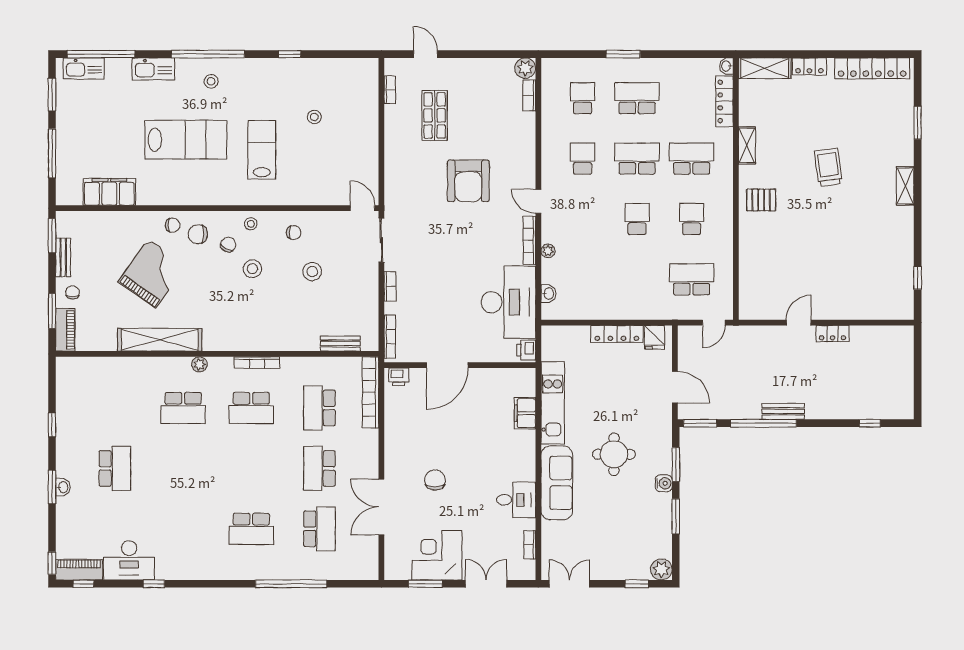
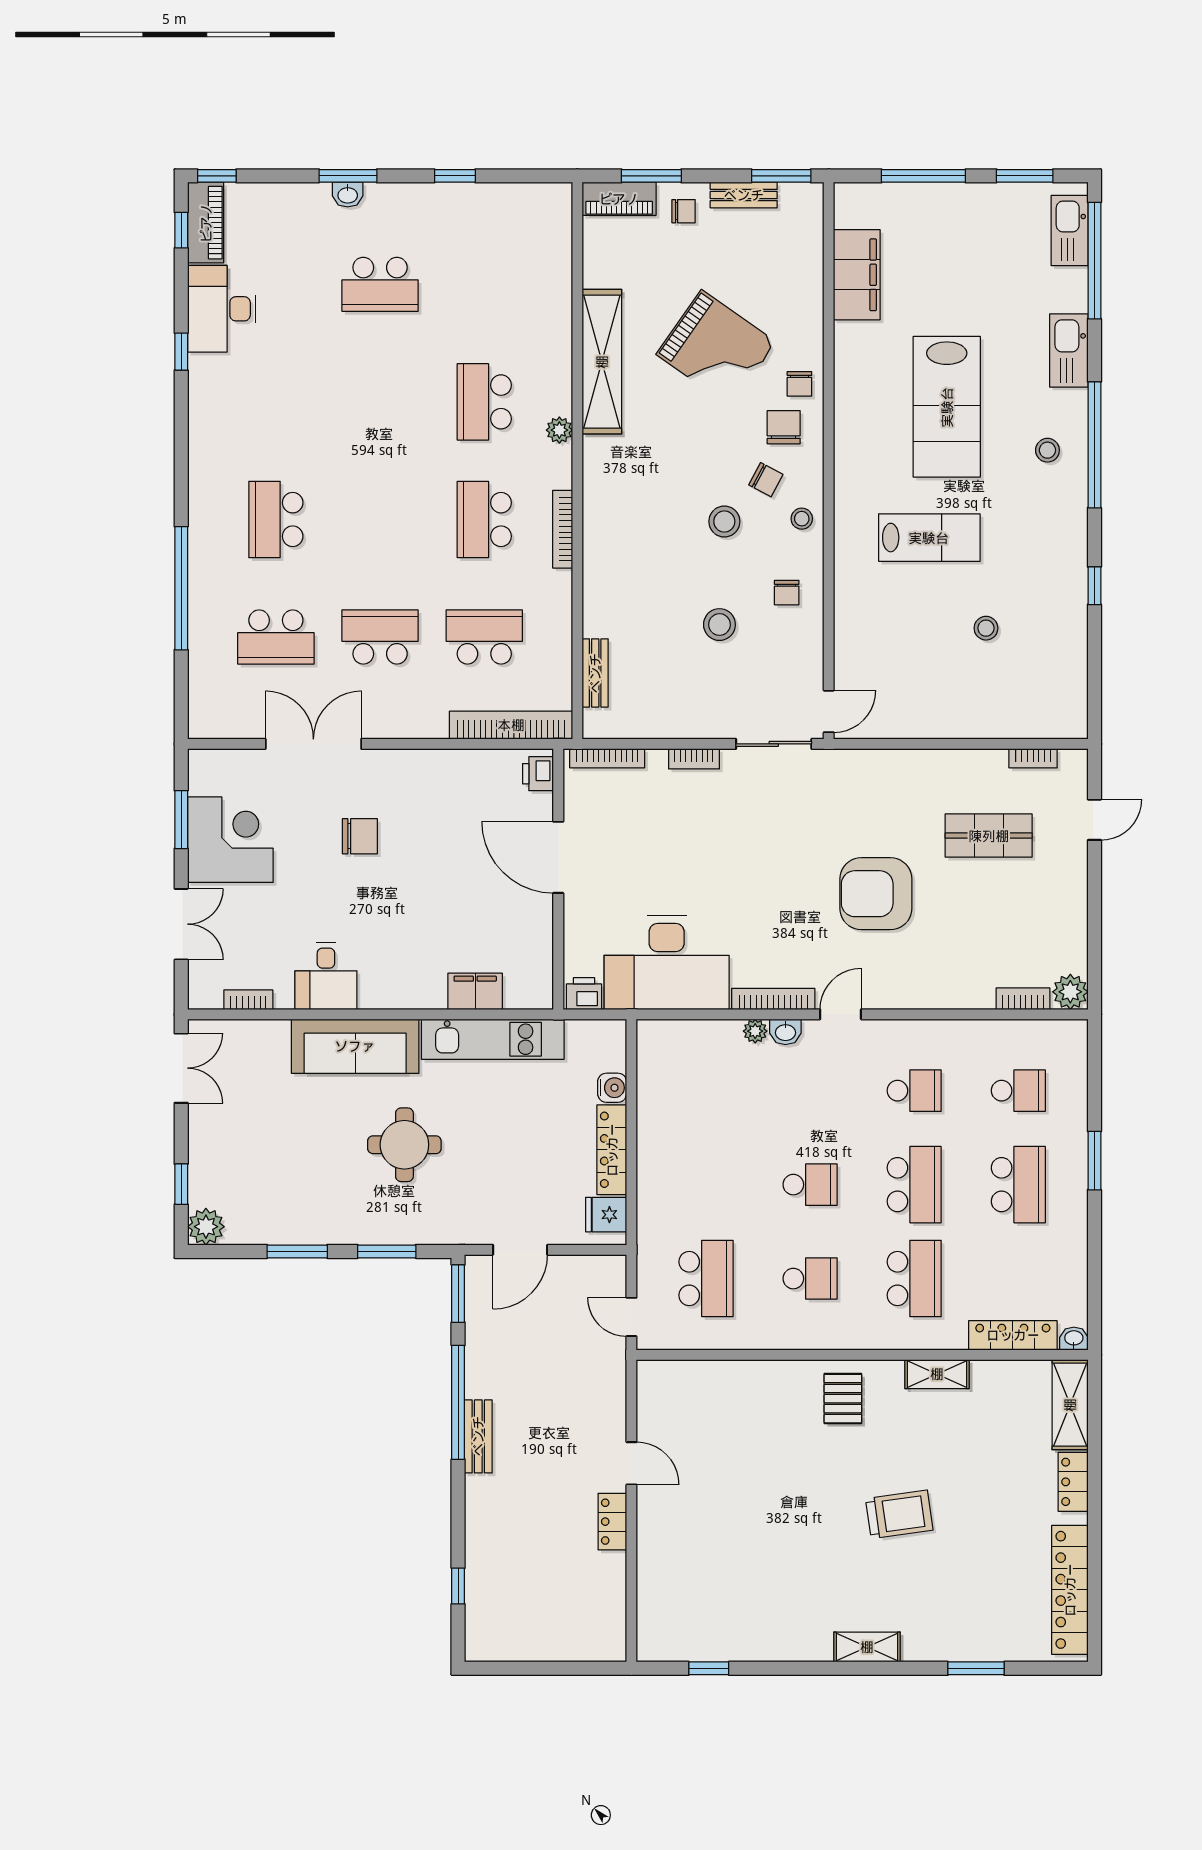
washbasin: (548, 294) -> (785, 1032), moved
water cooler: (664, 483) -> (612, 1088), moved, turned -90

